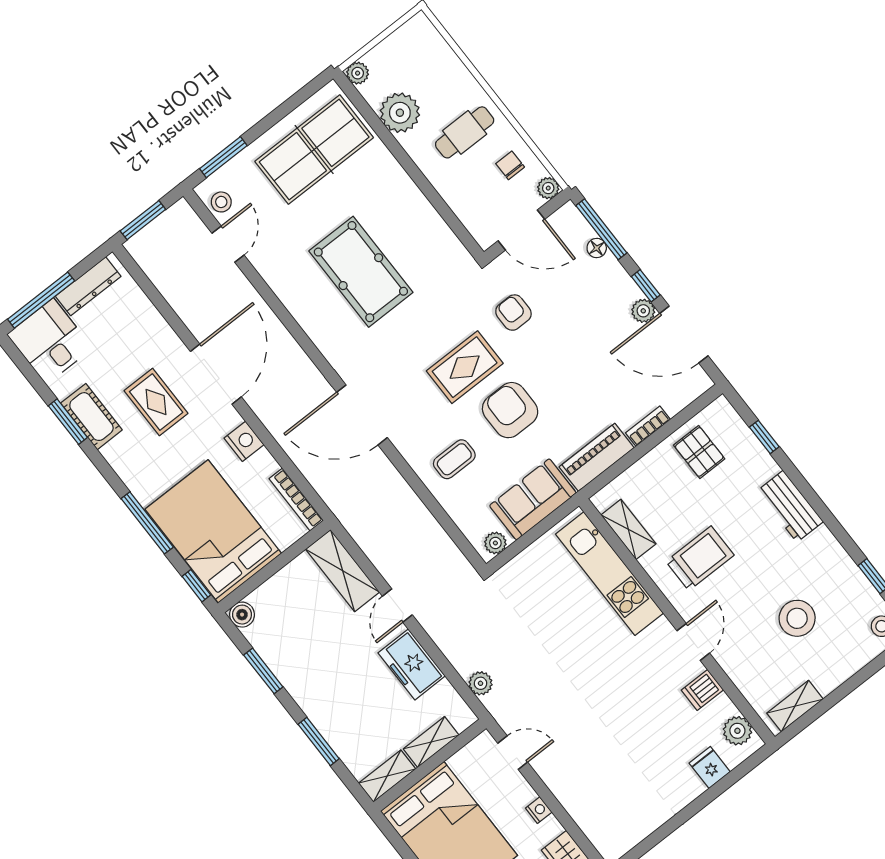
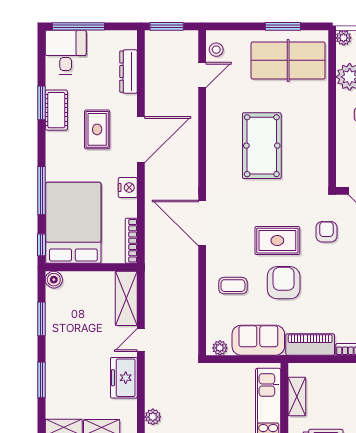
window: (223, 157) -> (283, 26), moved
dresser: (88, 286) -> (129, 72), moved, turned 90

